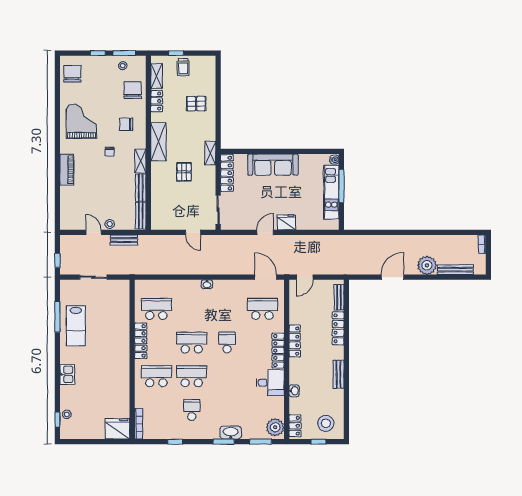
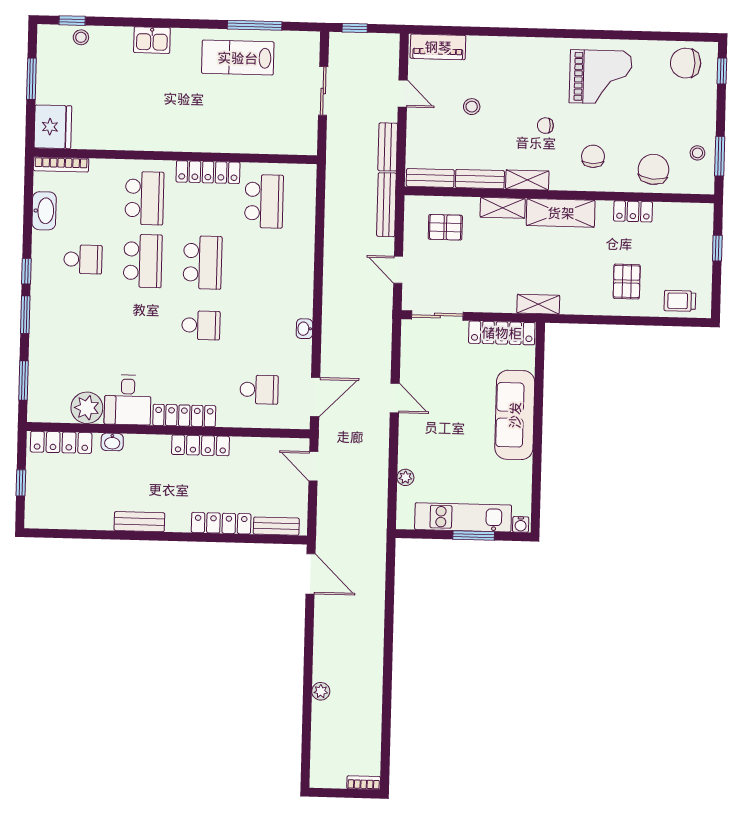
window: (98, 53) -> (722, 71), moved
trolley: (183, 67) -> (680, 301), moved
chair: (72, 74) -> (686, 63), turned 180
shelving: (157, 76) -> (503, 208), moved
chair: (133, 90) -> (653, 169), turned -85
piano: (67, 170) -> (438, 47), moved
pallet: (184, 172) -> (445, 227), moved
window: (341, 186) -> (474, 536), width x0.69
fridge: (286, 222) -> (412, 436), removed
stool: (110, 224) -> (472, 107), moved
plant: (310, 225) -> (405, 477), added
door: (94, 232) -> (403, 94), hinge flipped
door: (193, 232) -> (398, 270), hinge flipped
plant: (427, 265) -> (321, 691), width x0.53, depth x0.53
bench: (455, 270) -> (386, 205), moved
door: (392, 277) -> (311, 574), moved
washbasin: (207, 284) -> (304, 329), moved
school desk: (262, 309) -> (259, 390), width x0.54
stool: (326, 423) -> (53, 497), removed
locker: (295, 426) -> (61, 442), width x1.53
plant: (275, 427) -> (87, 408), moved
washbasin: (231, 433) -> (44, 211), moved
window: (91, 442) -> (31, 79), added
window: (175, 442) -> (26, 271), moved

